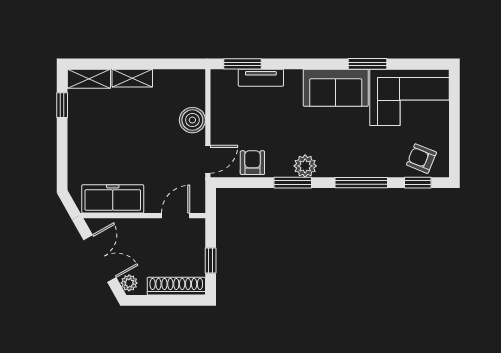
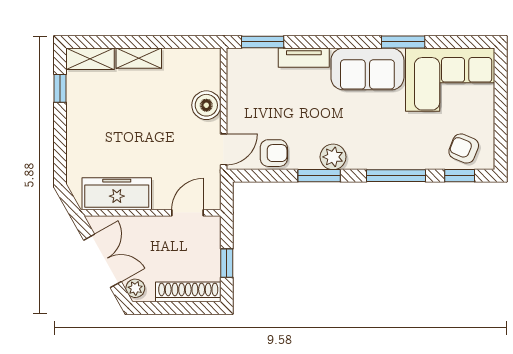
tv unit: (261, 78) -> (304, 58), moved
armchair: (252, 163) -> (274, 153), turned 90

